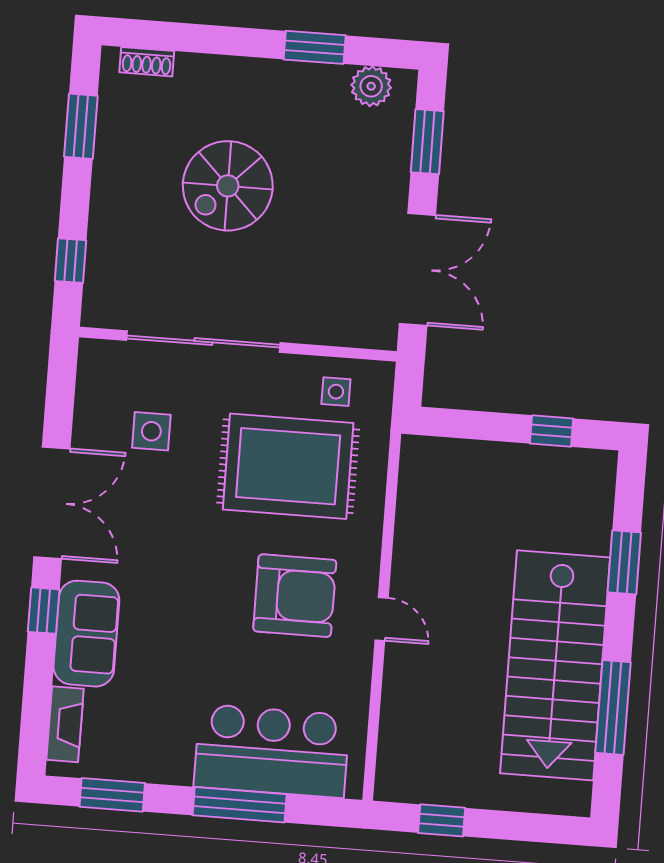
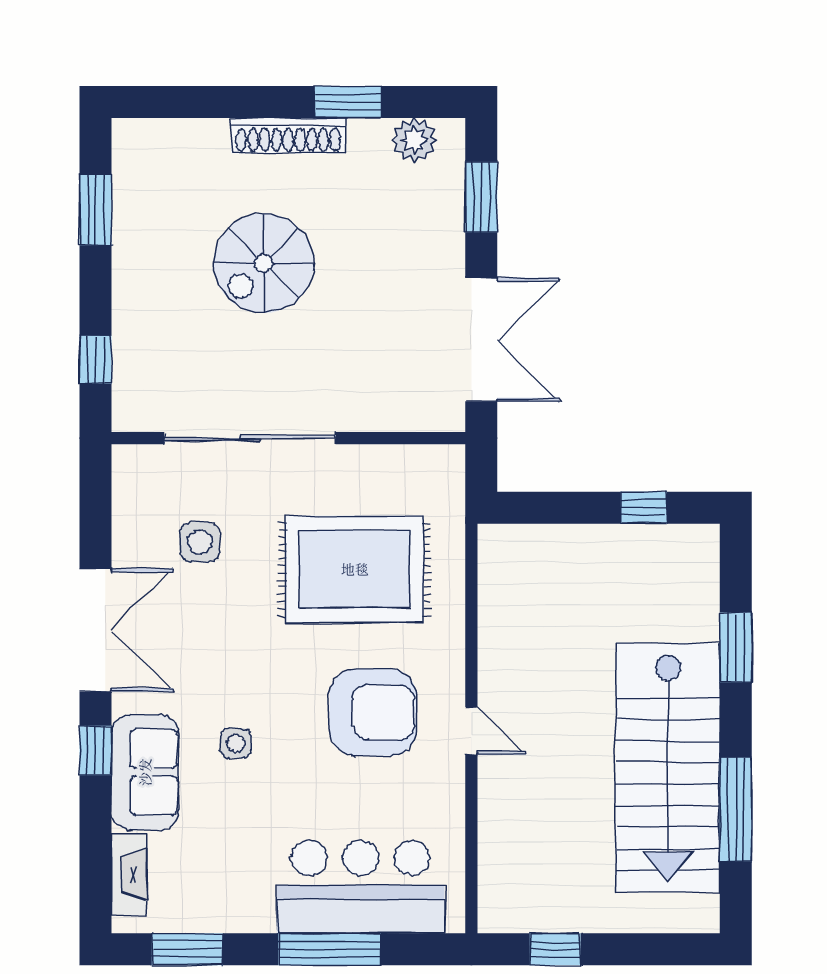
shoe rack: (147, 62) -> (288, 136), moved, width x1.94, depth x1.24
side table: (336, 392) -> (236, 743), moved

